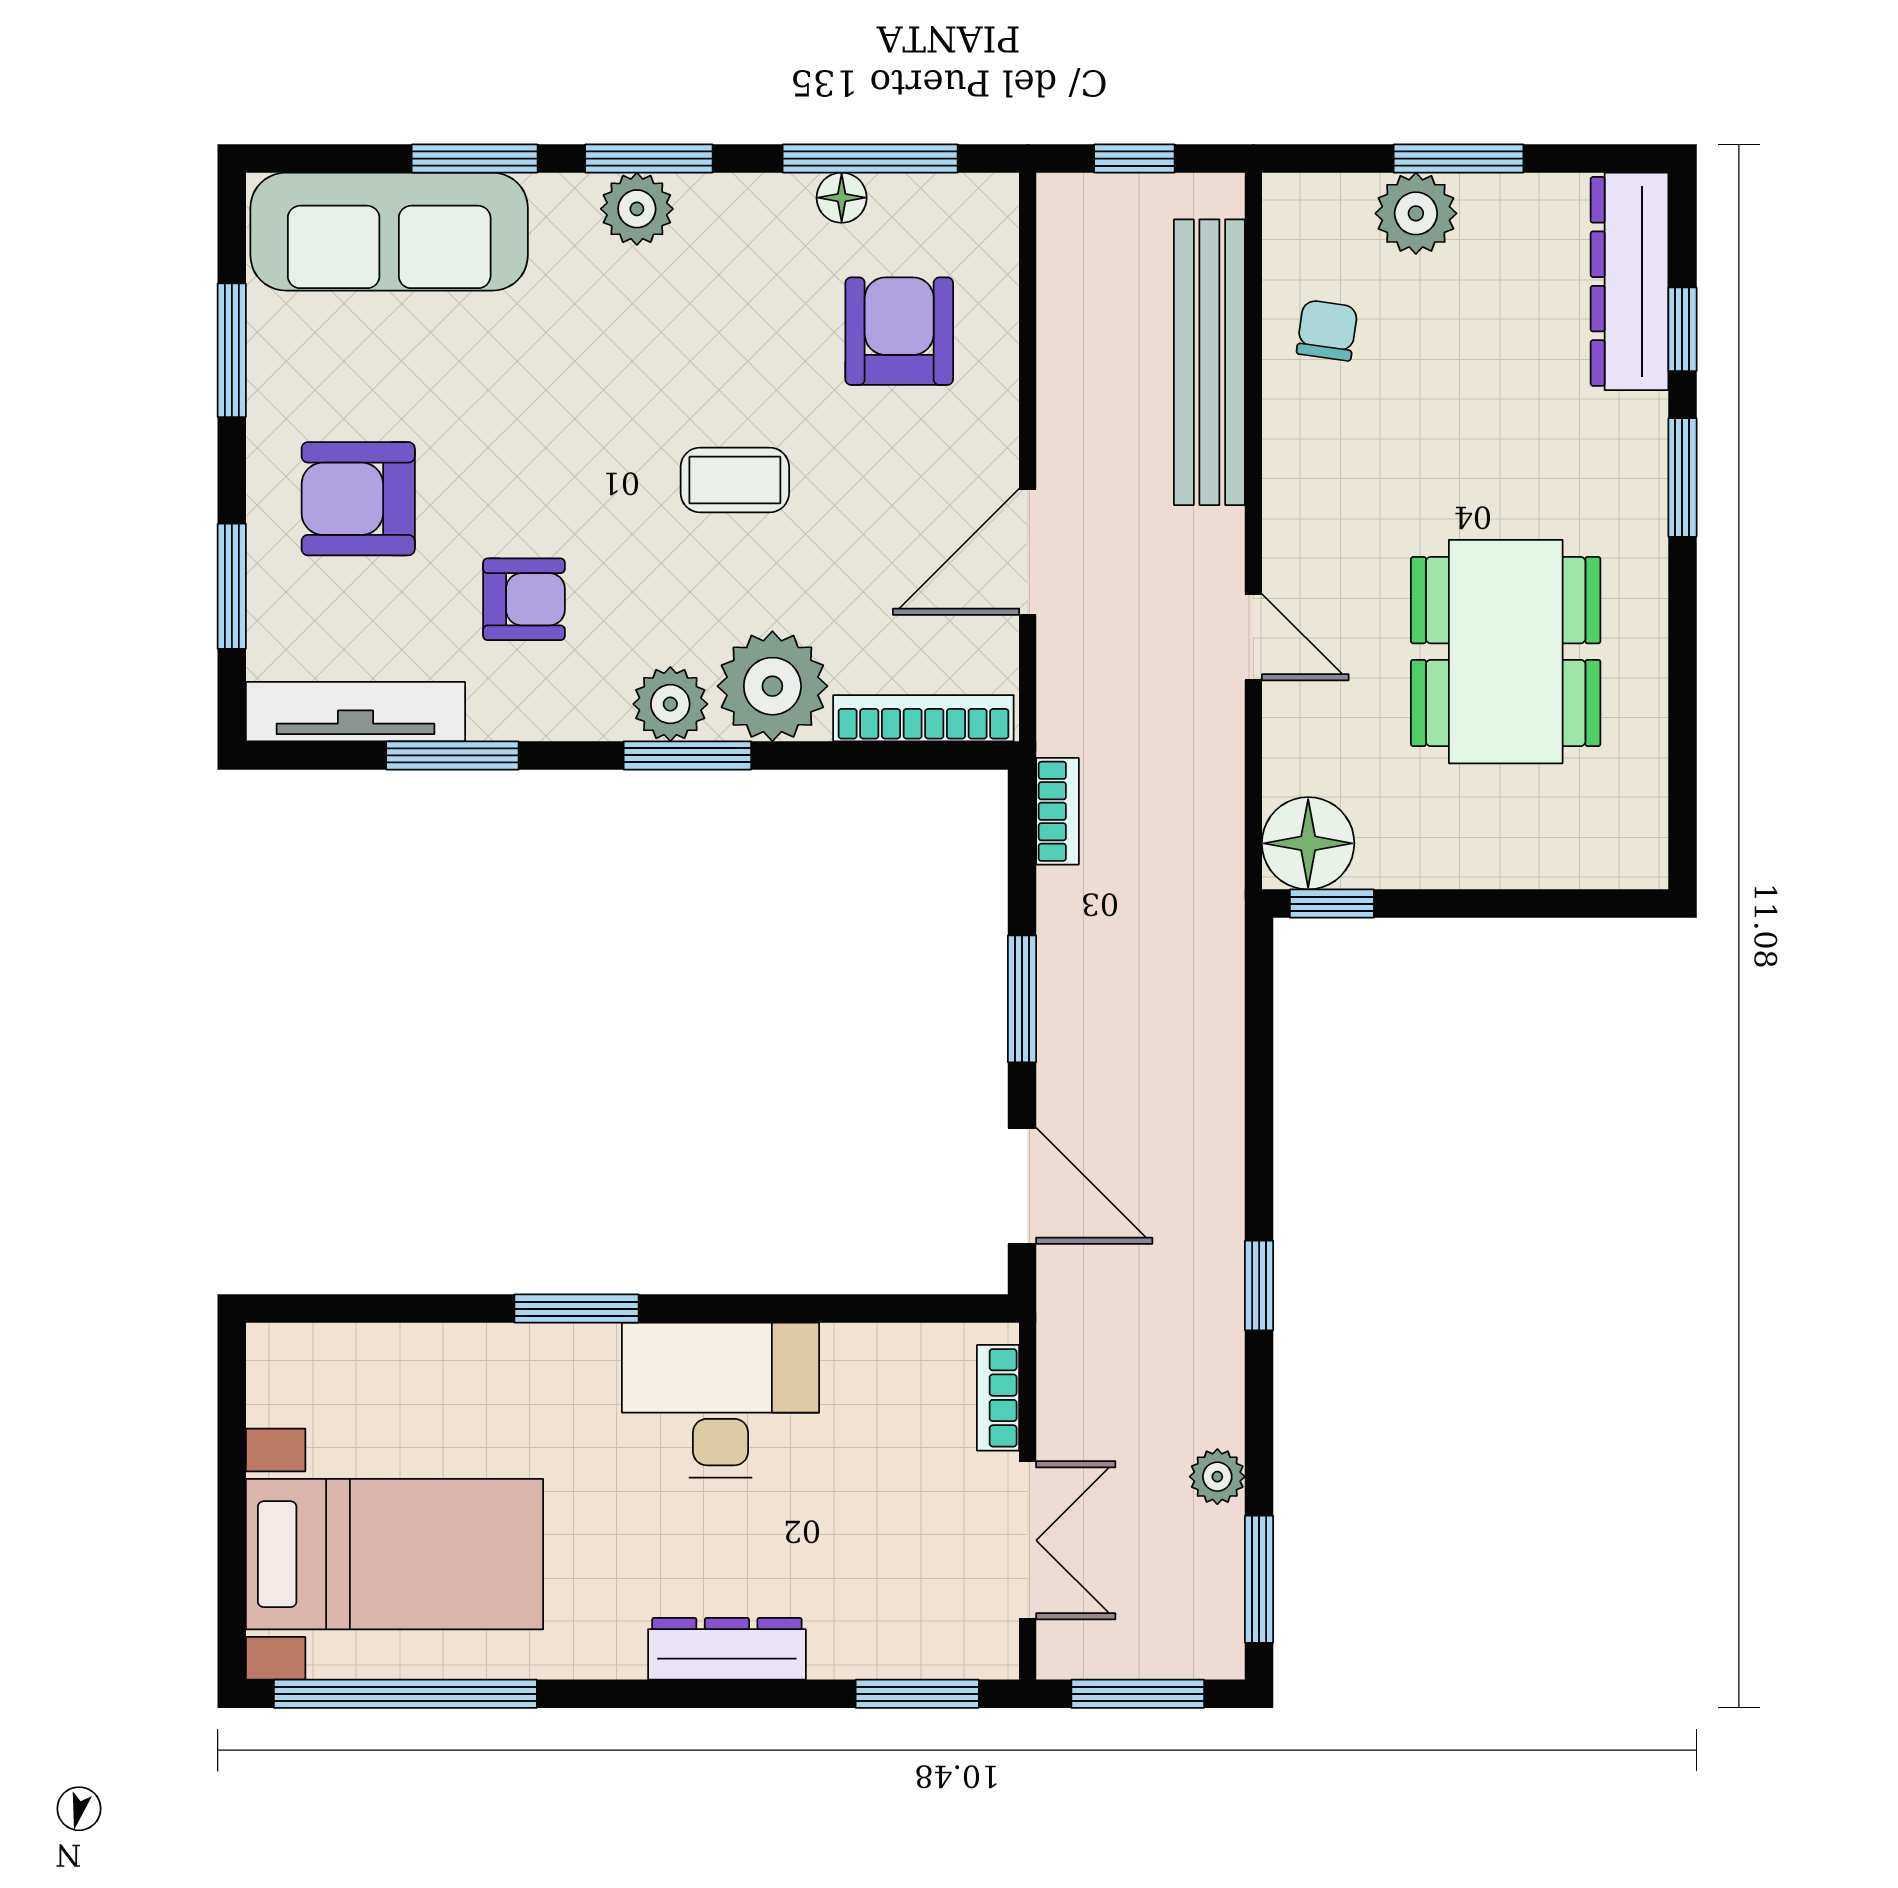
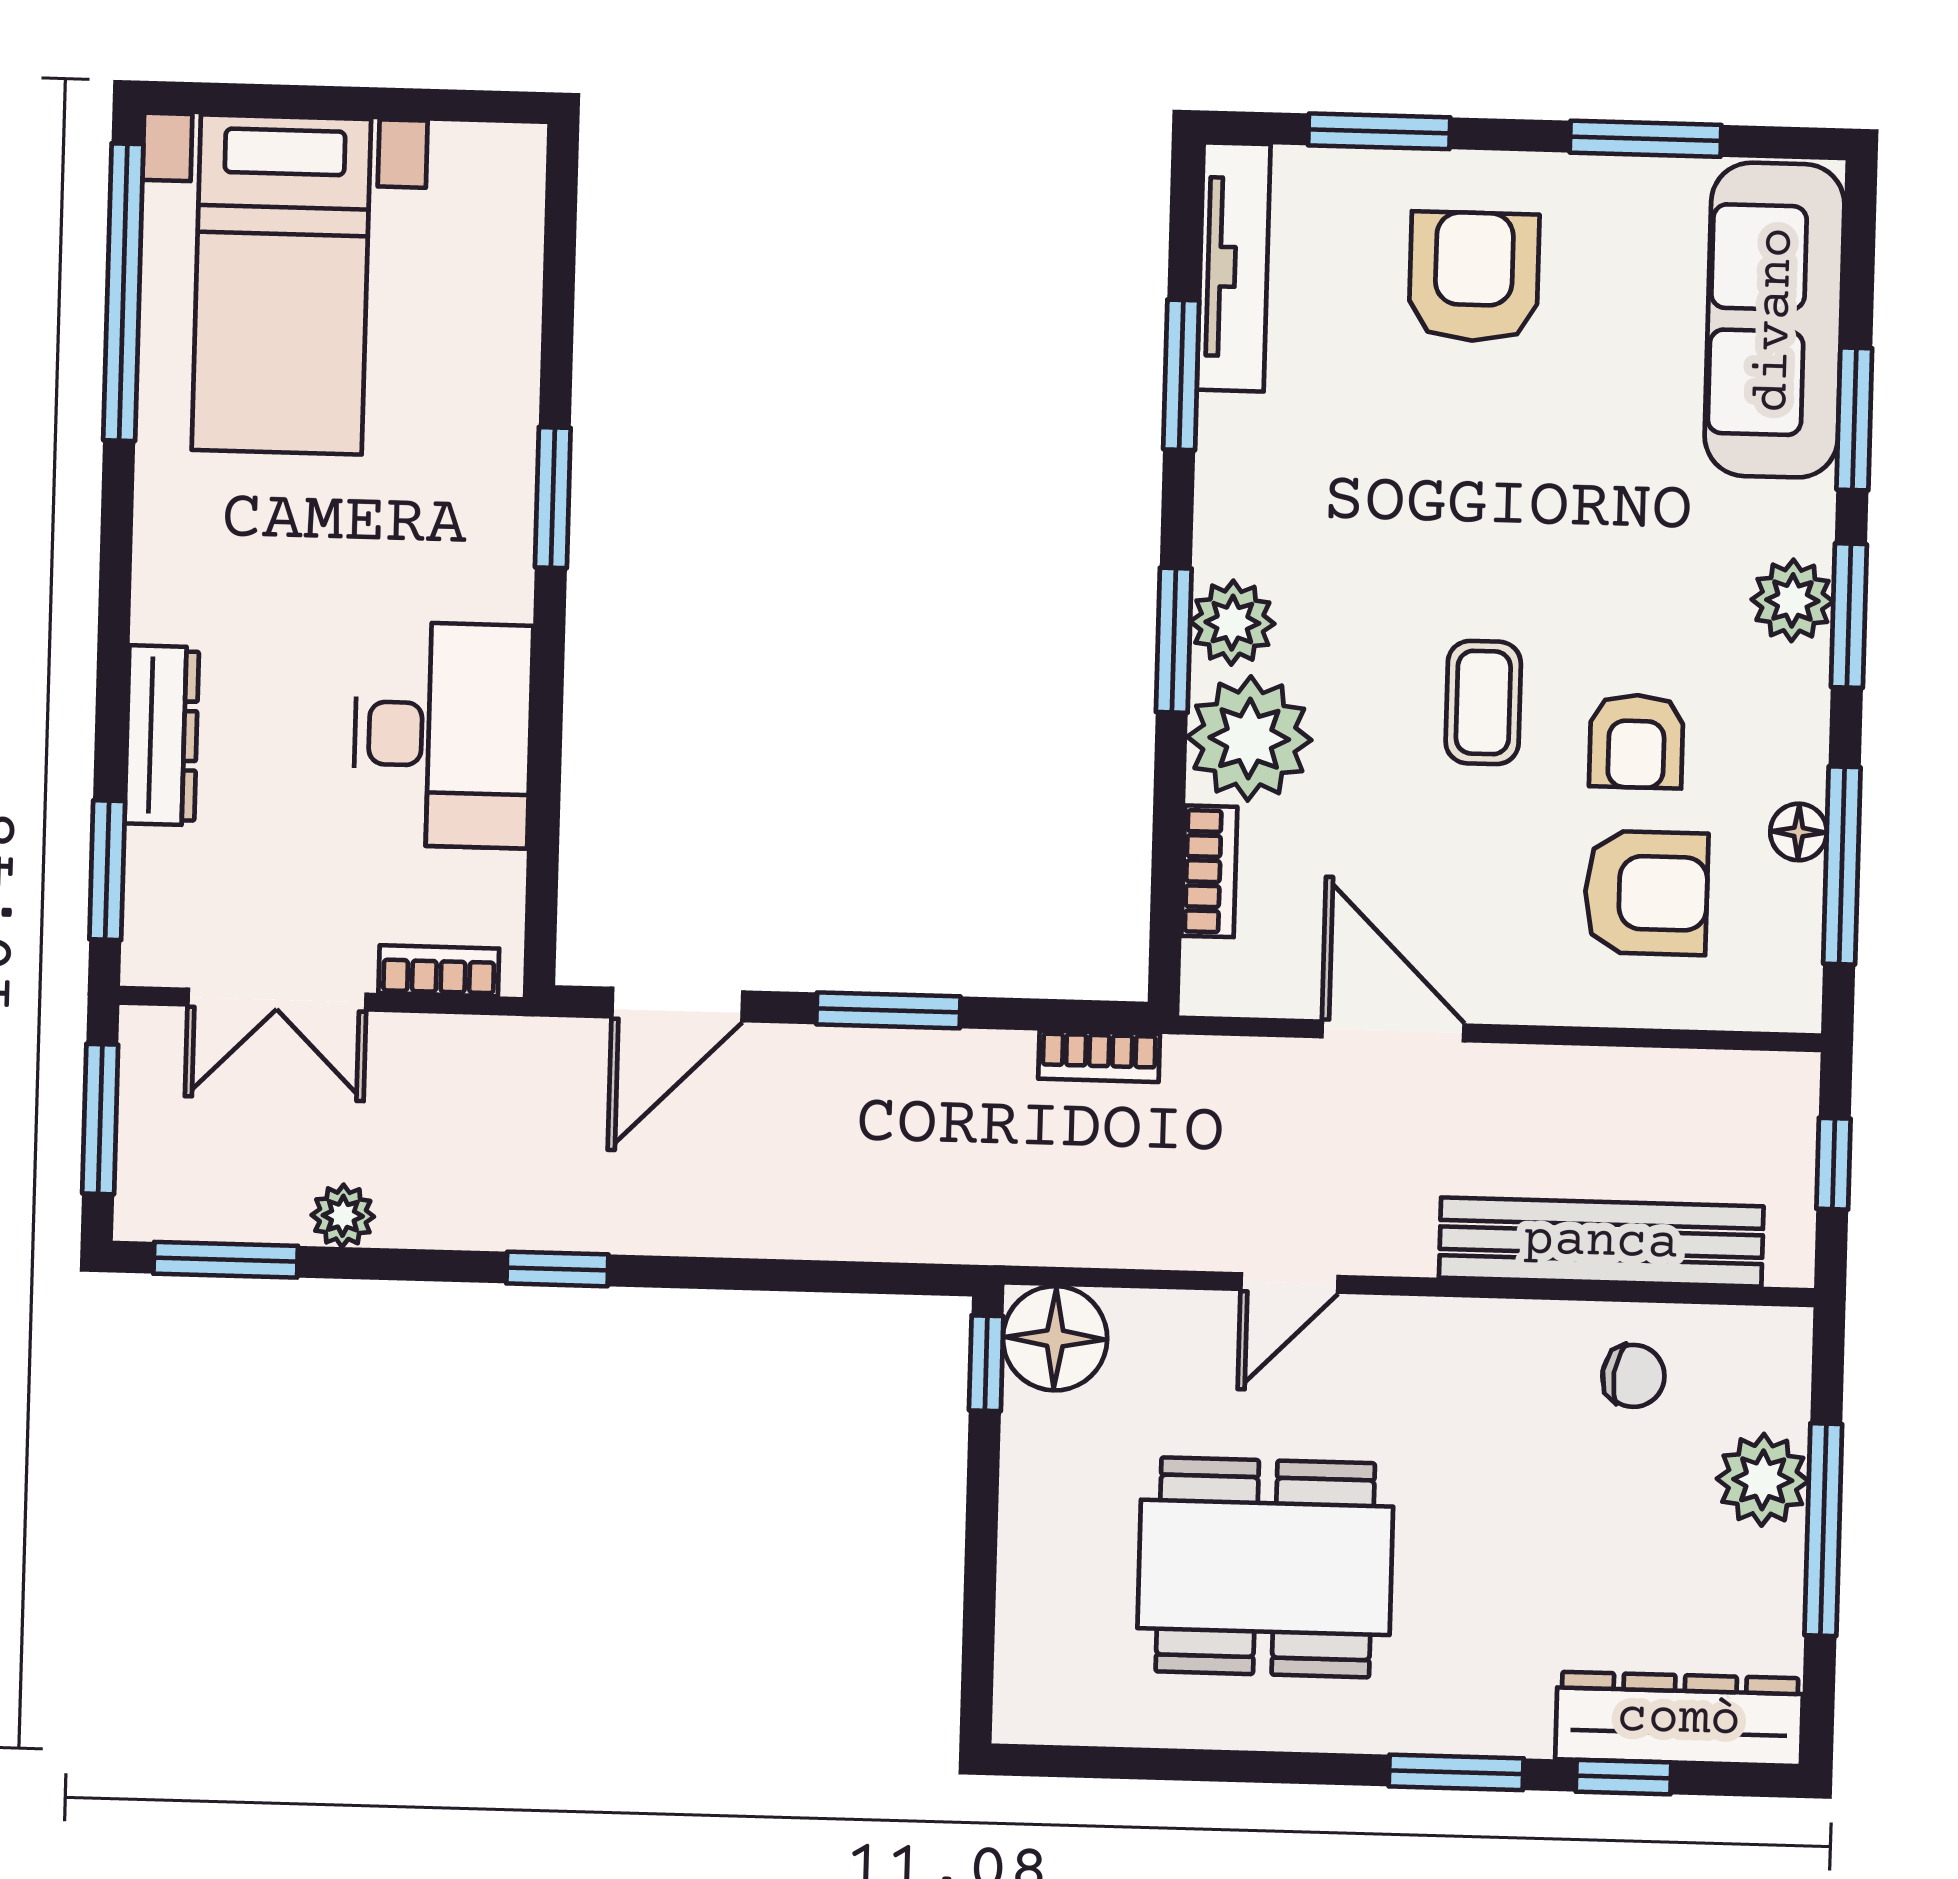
window: (1459, 159) -> (1823, 1530), width x1.44
armchair: (524, 599) -> (1636, 741), moved
bookcase: (923, 718) -> (1209, 871), width x0.64
desk: (721, 1400) -> (443, 735), moved
dresser: (727, 1649) -> (162, 735), moved

